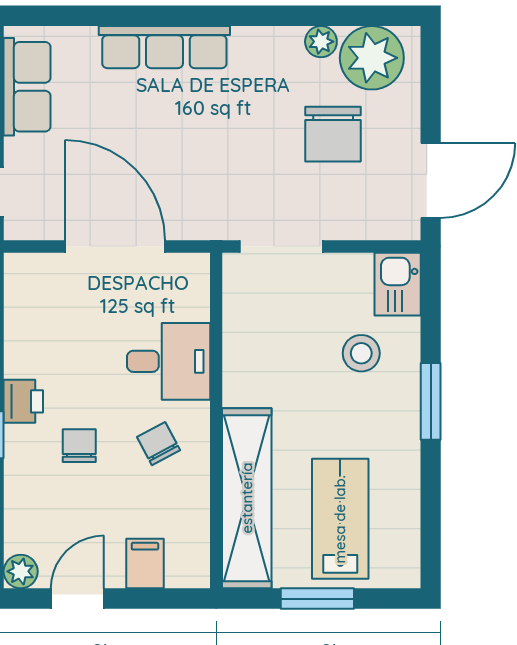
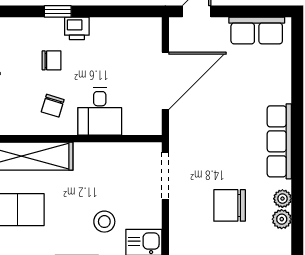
row of seats: (164, 47) -> (279, 141), moved
plant: (372, 58) -> (282, 219), width x0.53, depth x0.53
chair: (159, 444) -> (53, 106), turned 135

